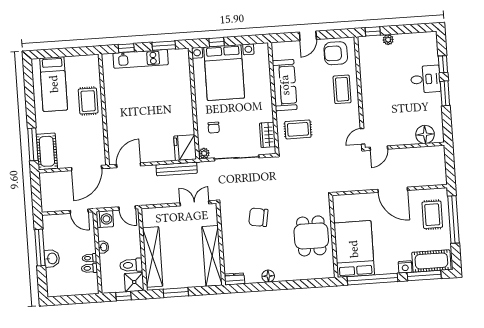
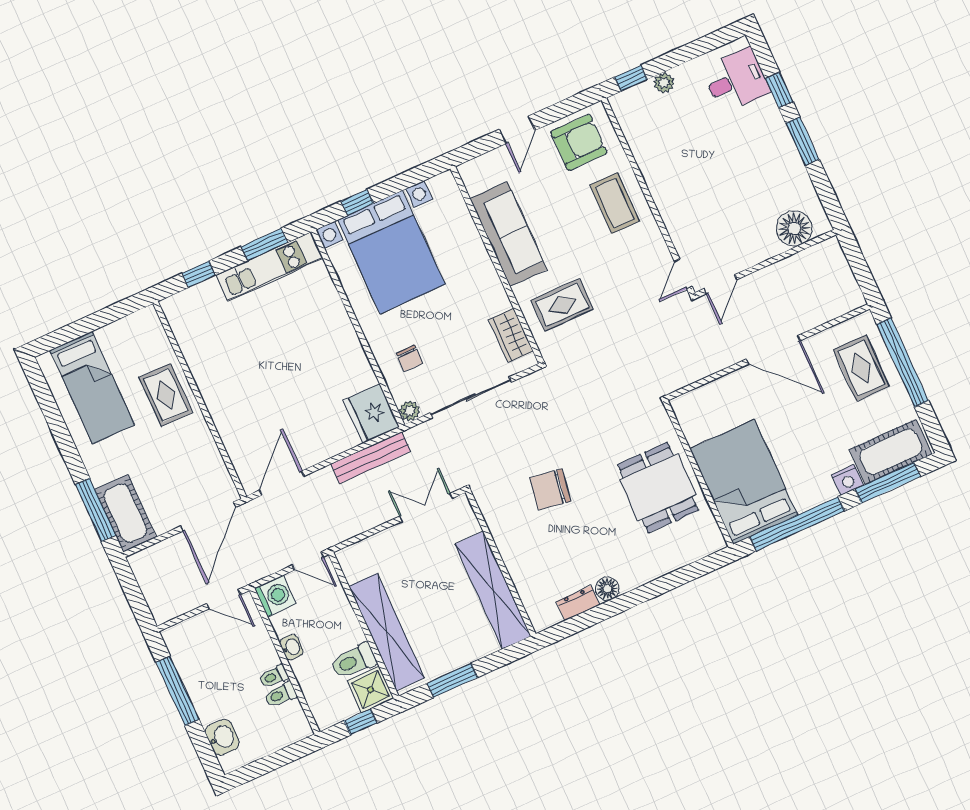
armchair: (336, 53) -> (579, 142), turned 180
kitchen unit: (141, 59) -> (270, 267), moved
desk: (426, 79) -> (736, 80), moved
washbasin: (52, 258) -> (222, 737), moved
dresser: (234, 279) -> (578, 603), moved

